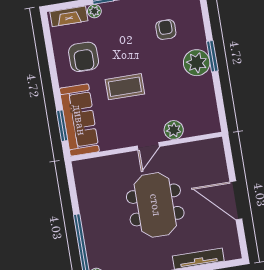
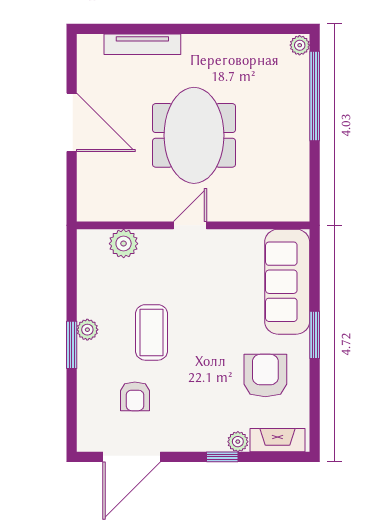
plant: (197, 63) -> (87, 330), width x0.53, depth x0.53
coffee table: (125, 87) -> (151, 332), moved, turned 90
window: (62, 126) -> (315, 335), moved
plant: (174, 130) -> (124, 244), moved

